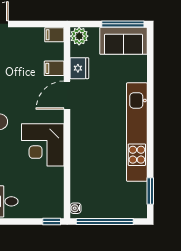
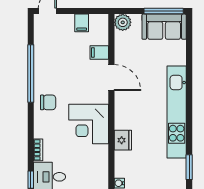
filing cabinet: (54, 35) -> (82, 23), moved, turned -90
fridge: (79, 68) -> (123, 140), moved
door: (67, 95) -> (111, 78), swing flipped

